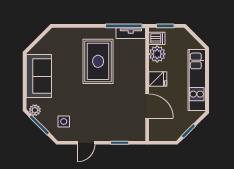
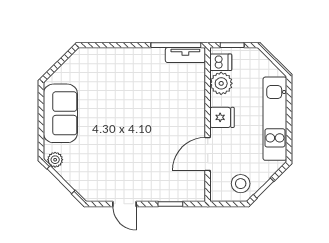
rug: (98, 61) -> (141, 93), removed
door: (147, 106) -> (208, 154), swing flipped
side table: (64, 121) -> (94, 175), removed
stool: (171, 128) -> (241, 184), added
door: (86, 143) -> (125, 204), hinge flipped

